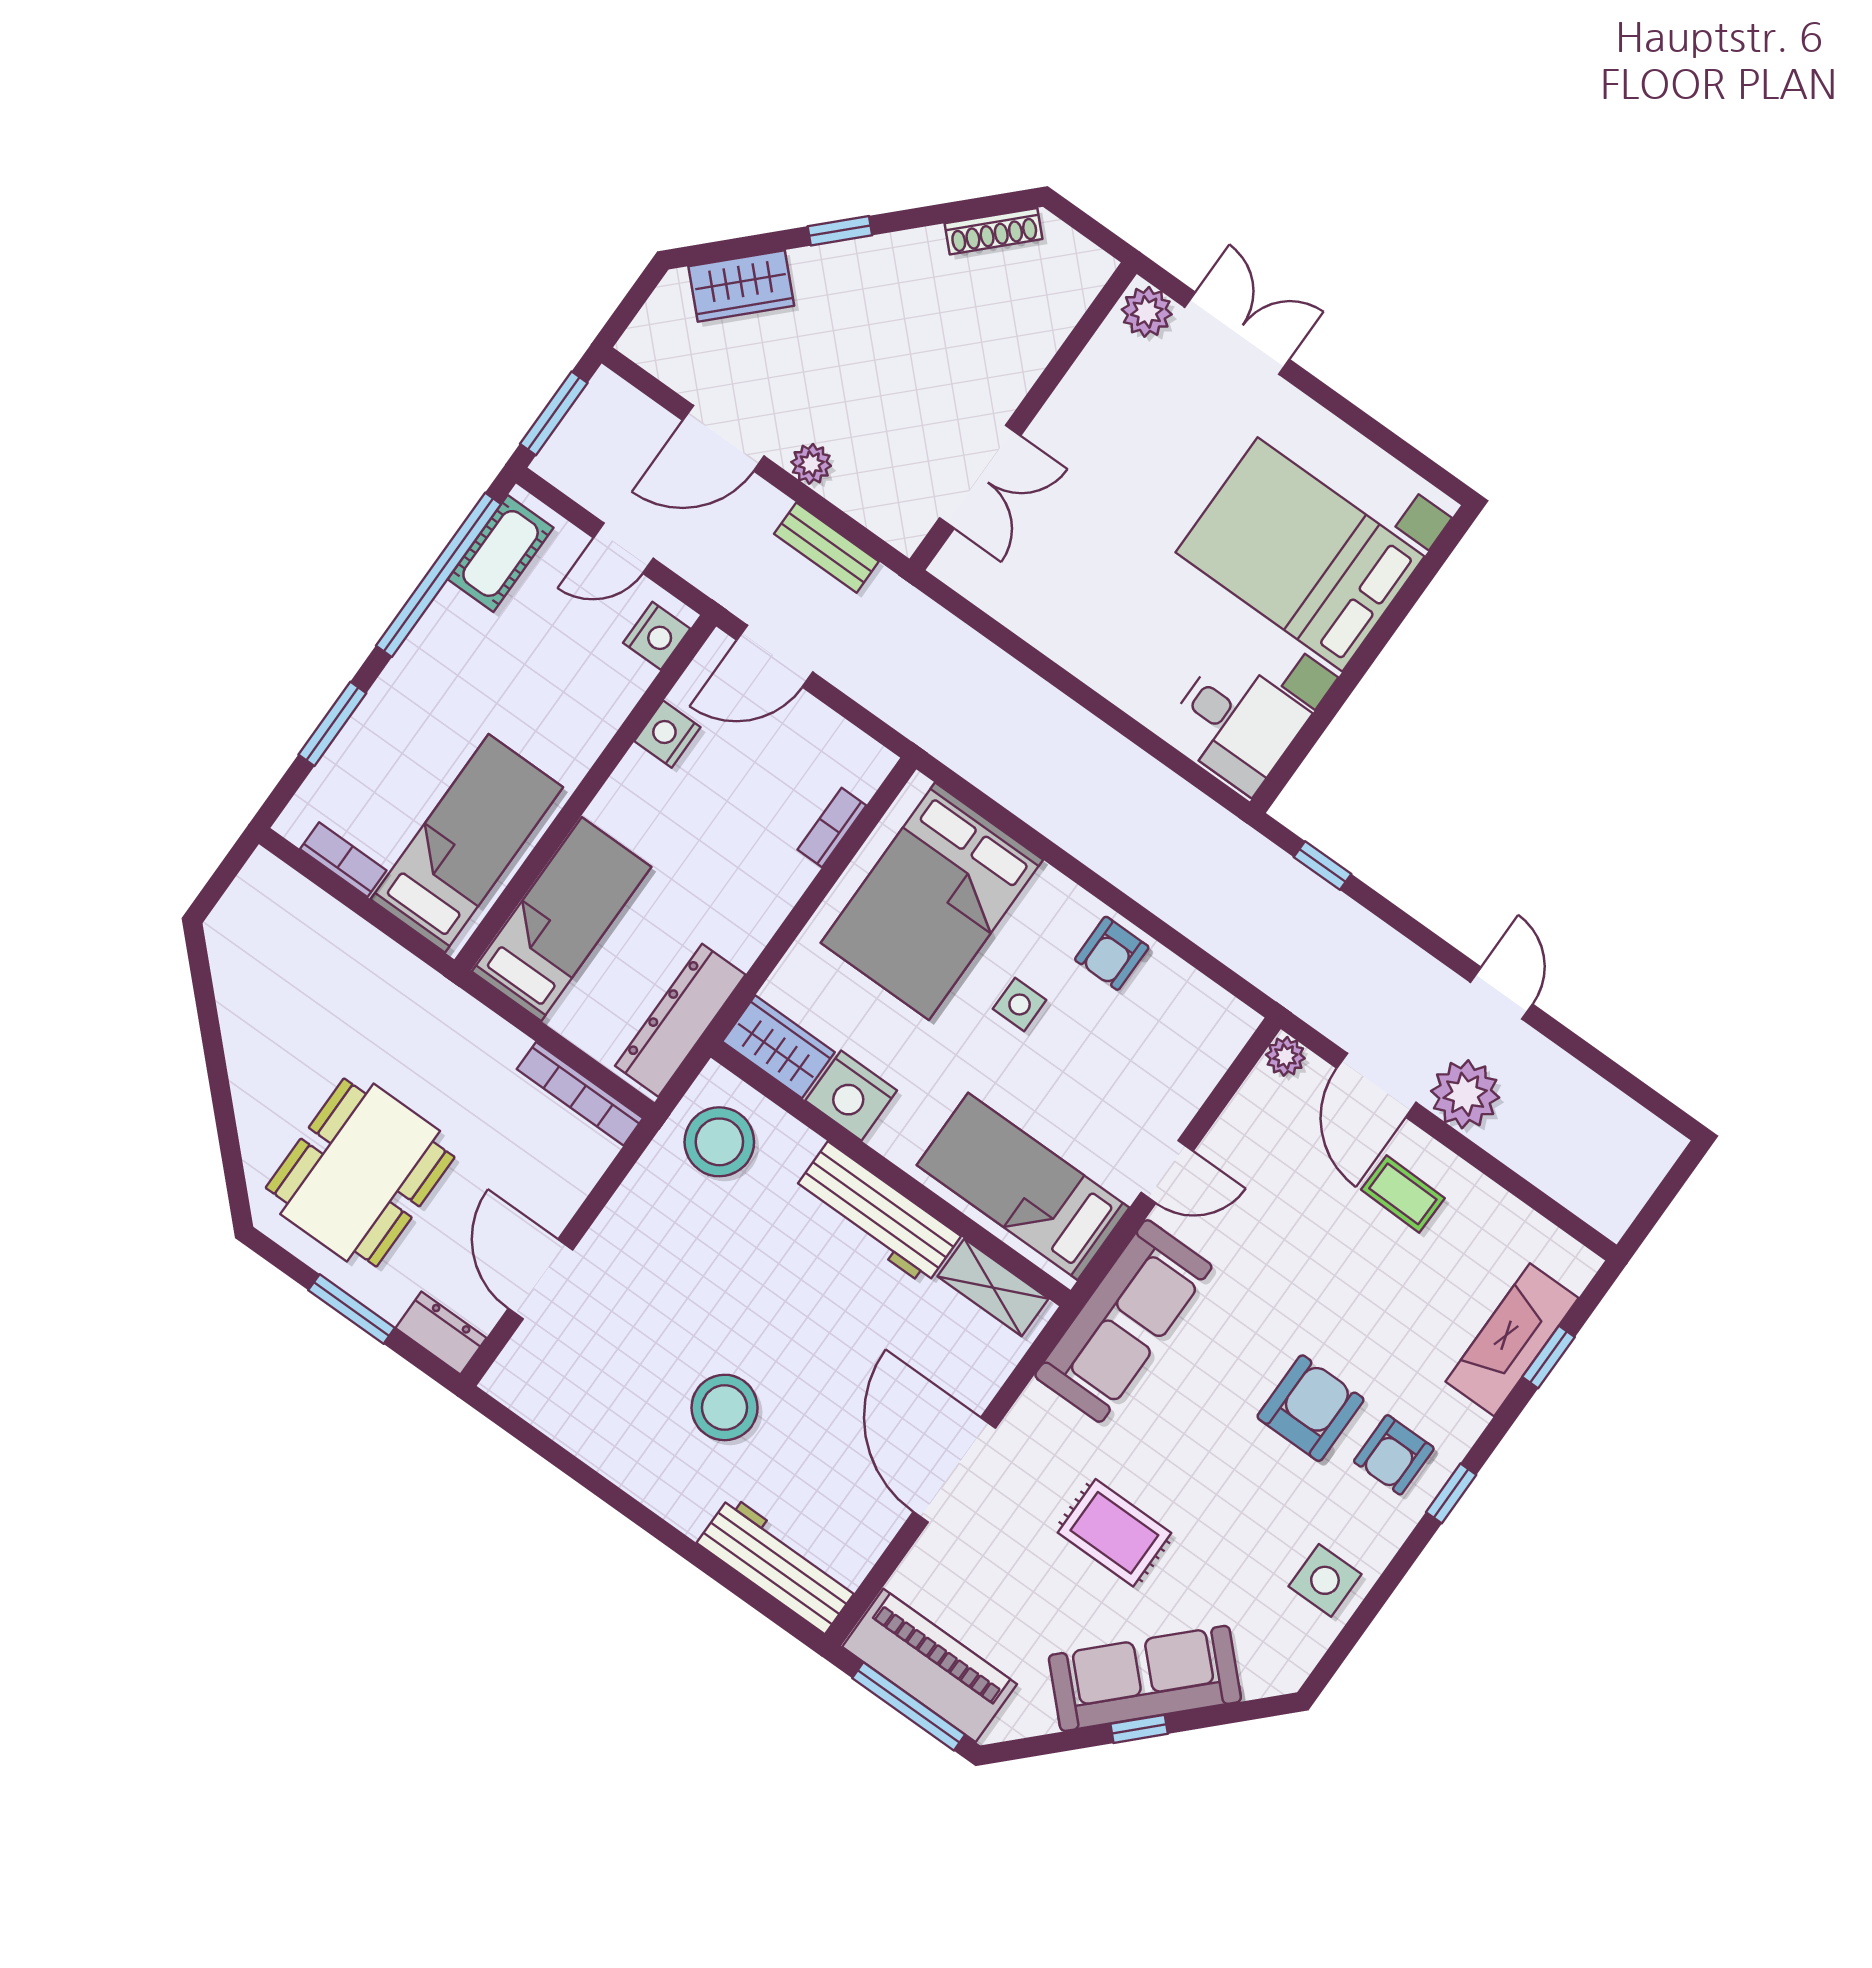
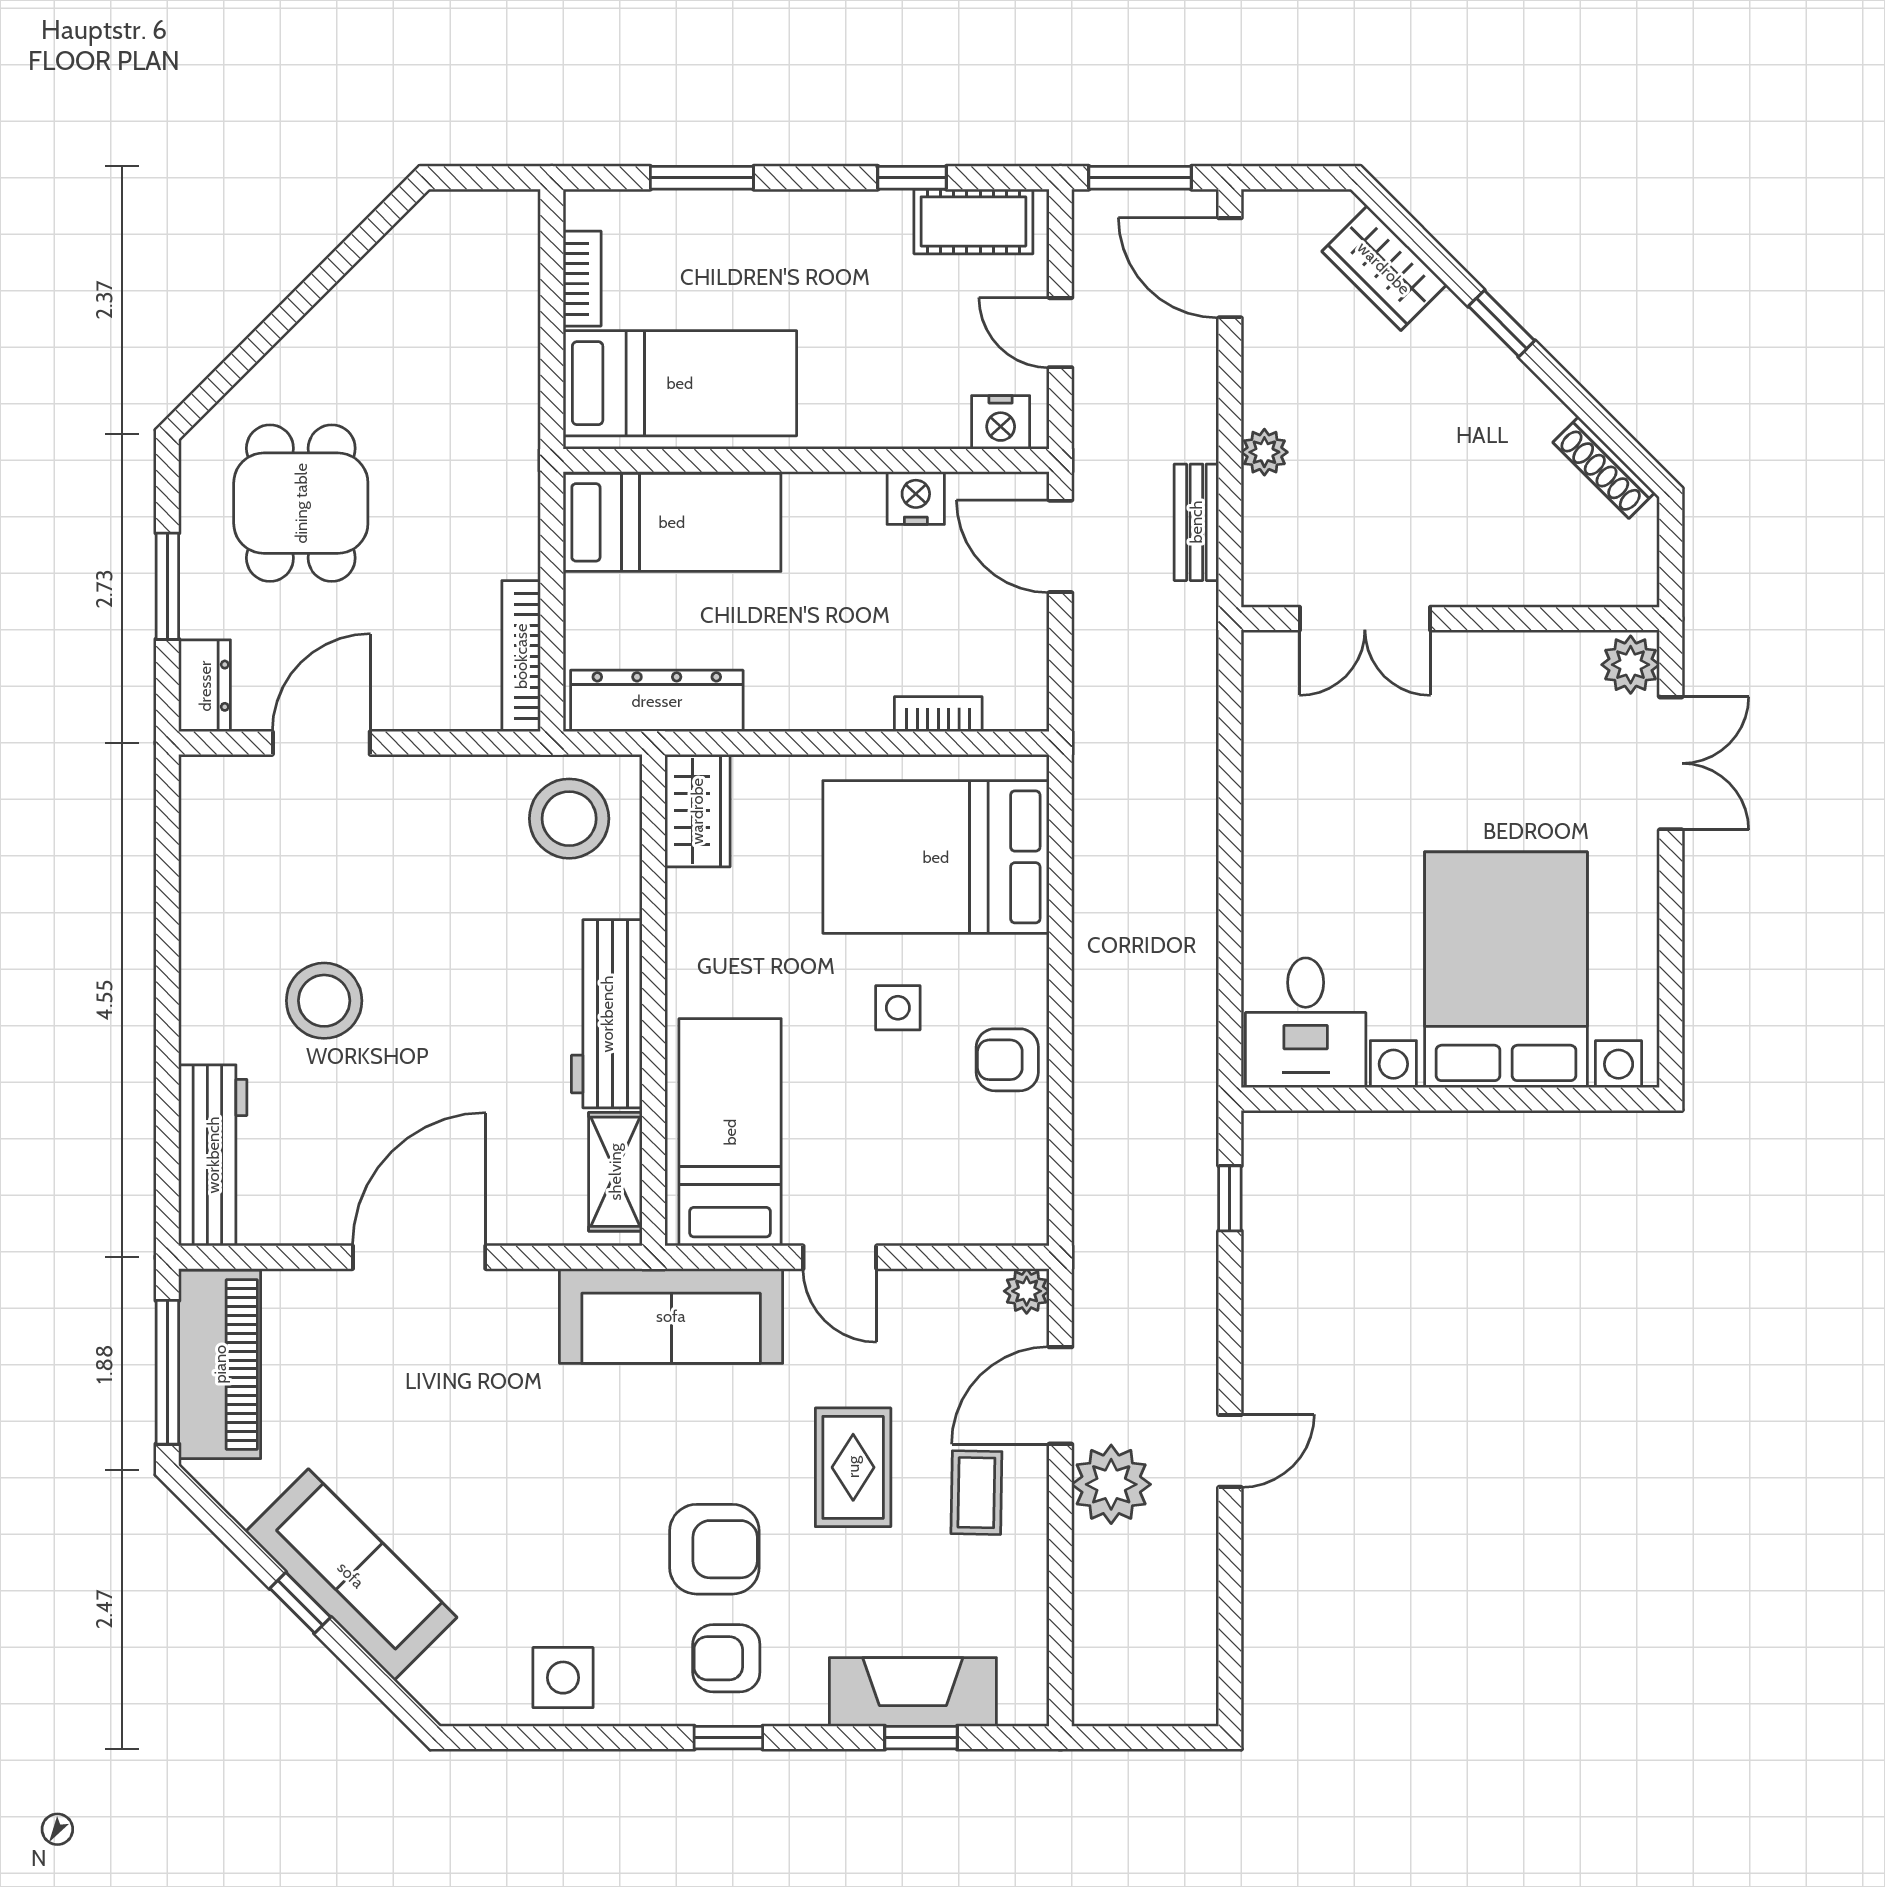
door: (723, 438) -> (1230, 268), moved
window: (439, 575) -> (912, 178), width x0.32
nightstand: (851, 1096) -> (700, 911), removed
dining table: (360, 1172) -> (301, 503), width x0.73
rug: (1114, 1533) -> (853, 1467), moved

